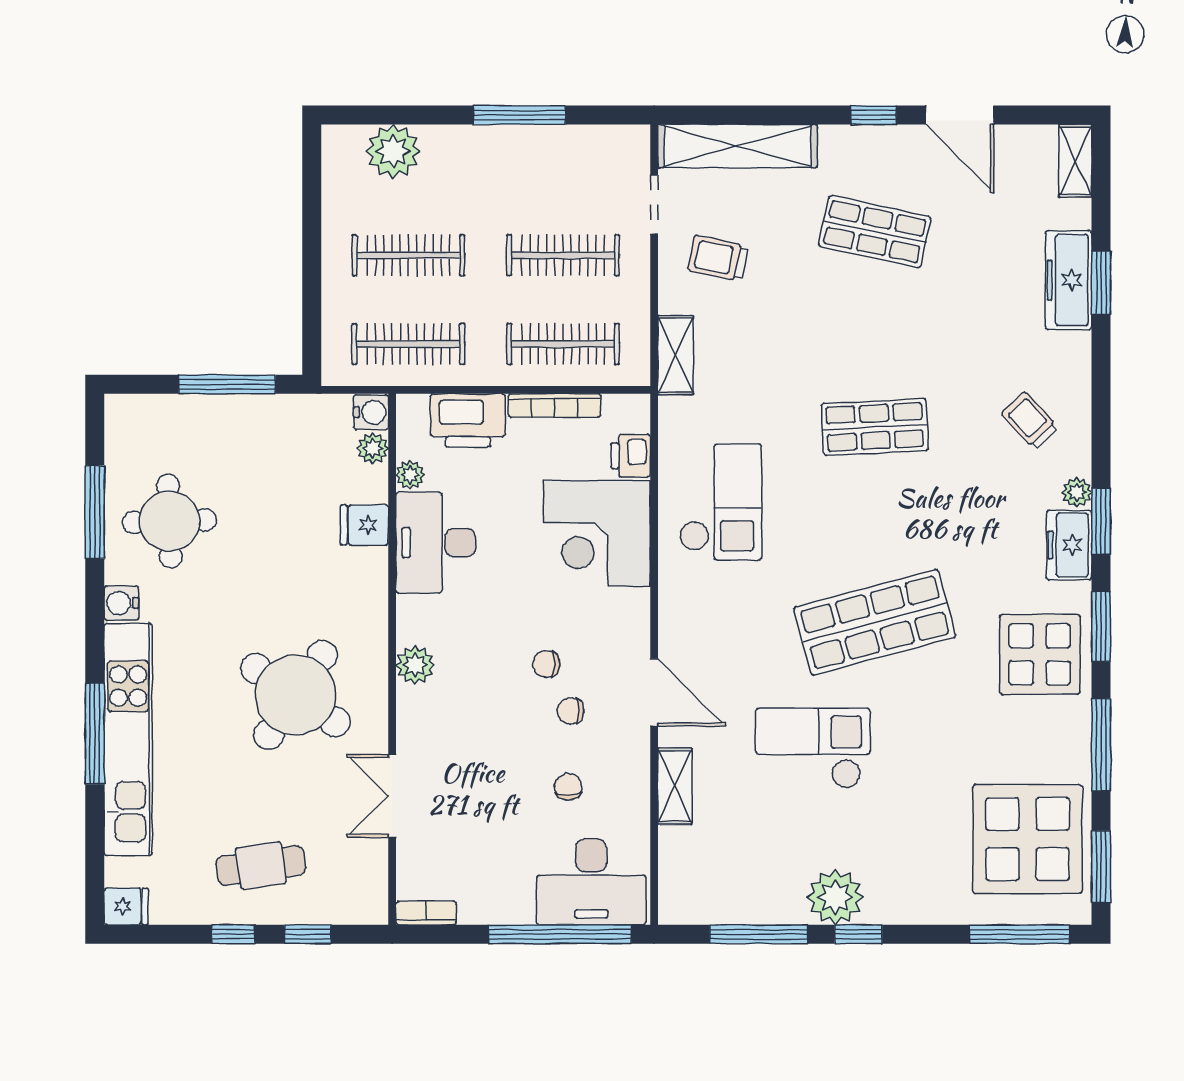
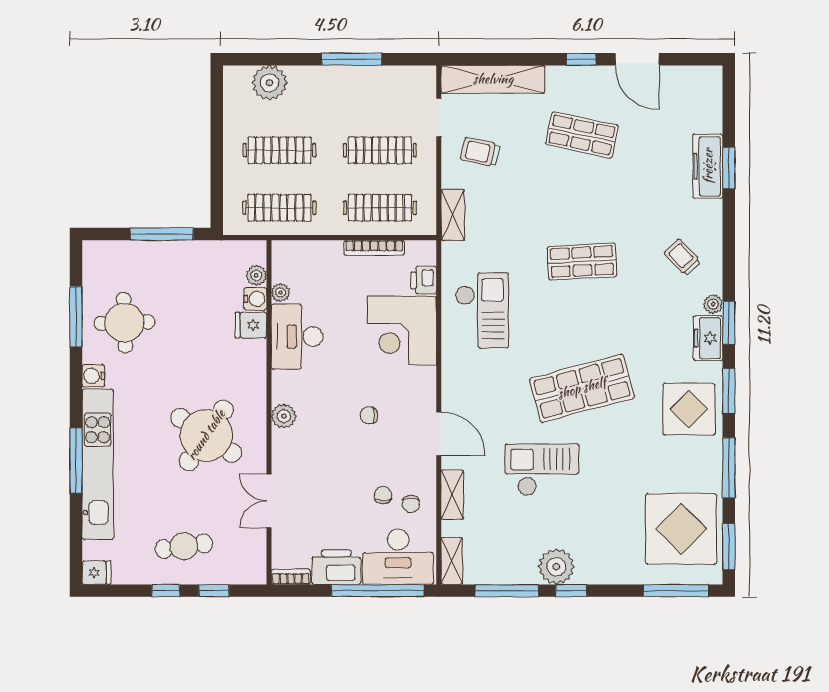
shelving: (1075, 161) -> (452, 561), moved
water cooler: (371, 412) -> (255, 299), moved
printer: (468, 421) -> (336, 567), moved, turned 180
chair: (571, 711) -> (411, 504), moved, turned -90

